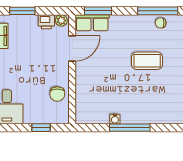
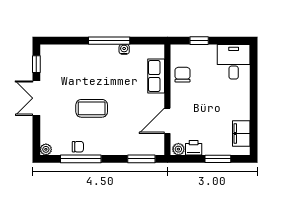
row of seats: (92, 23) -> (156, 76), moved, turned -90

